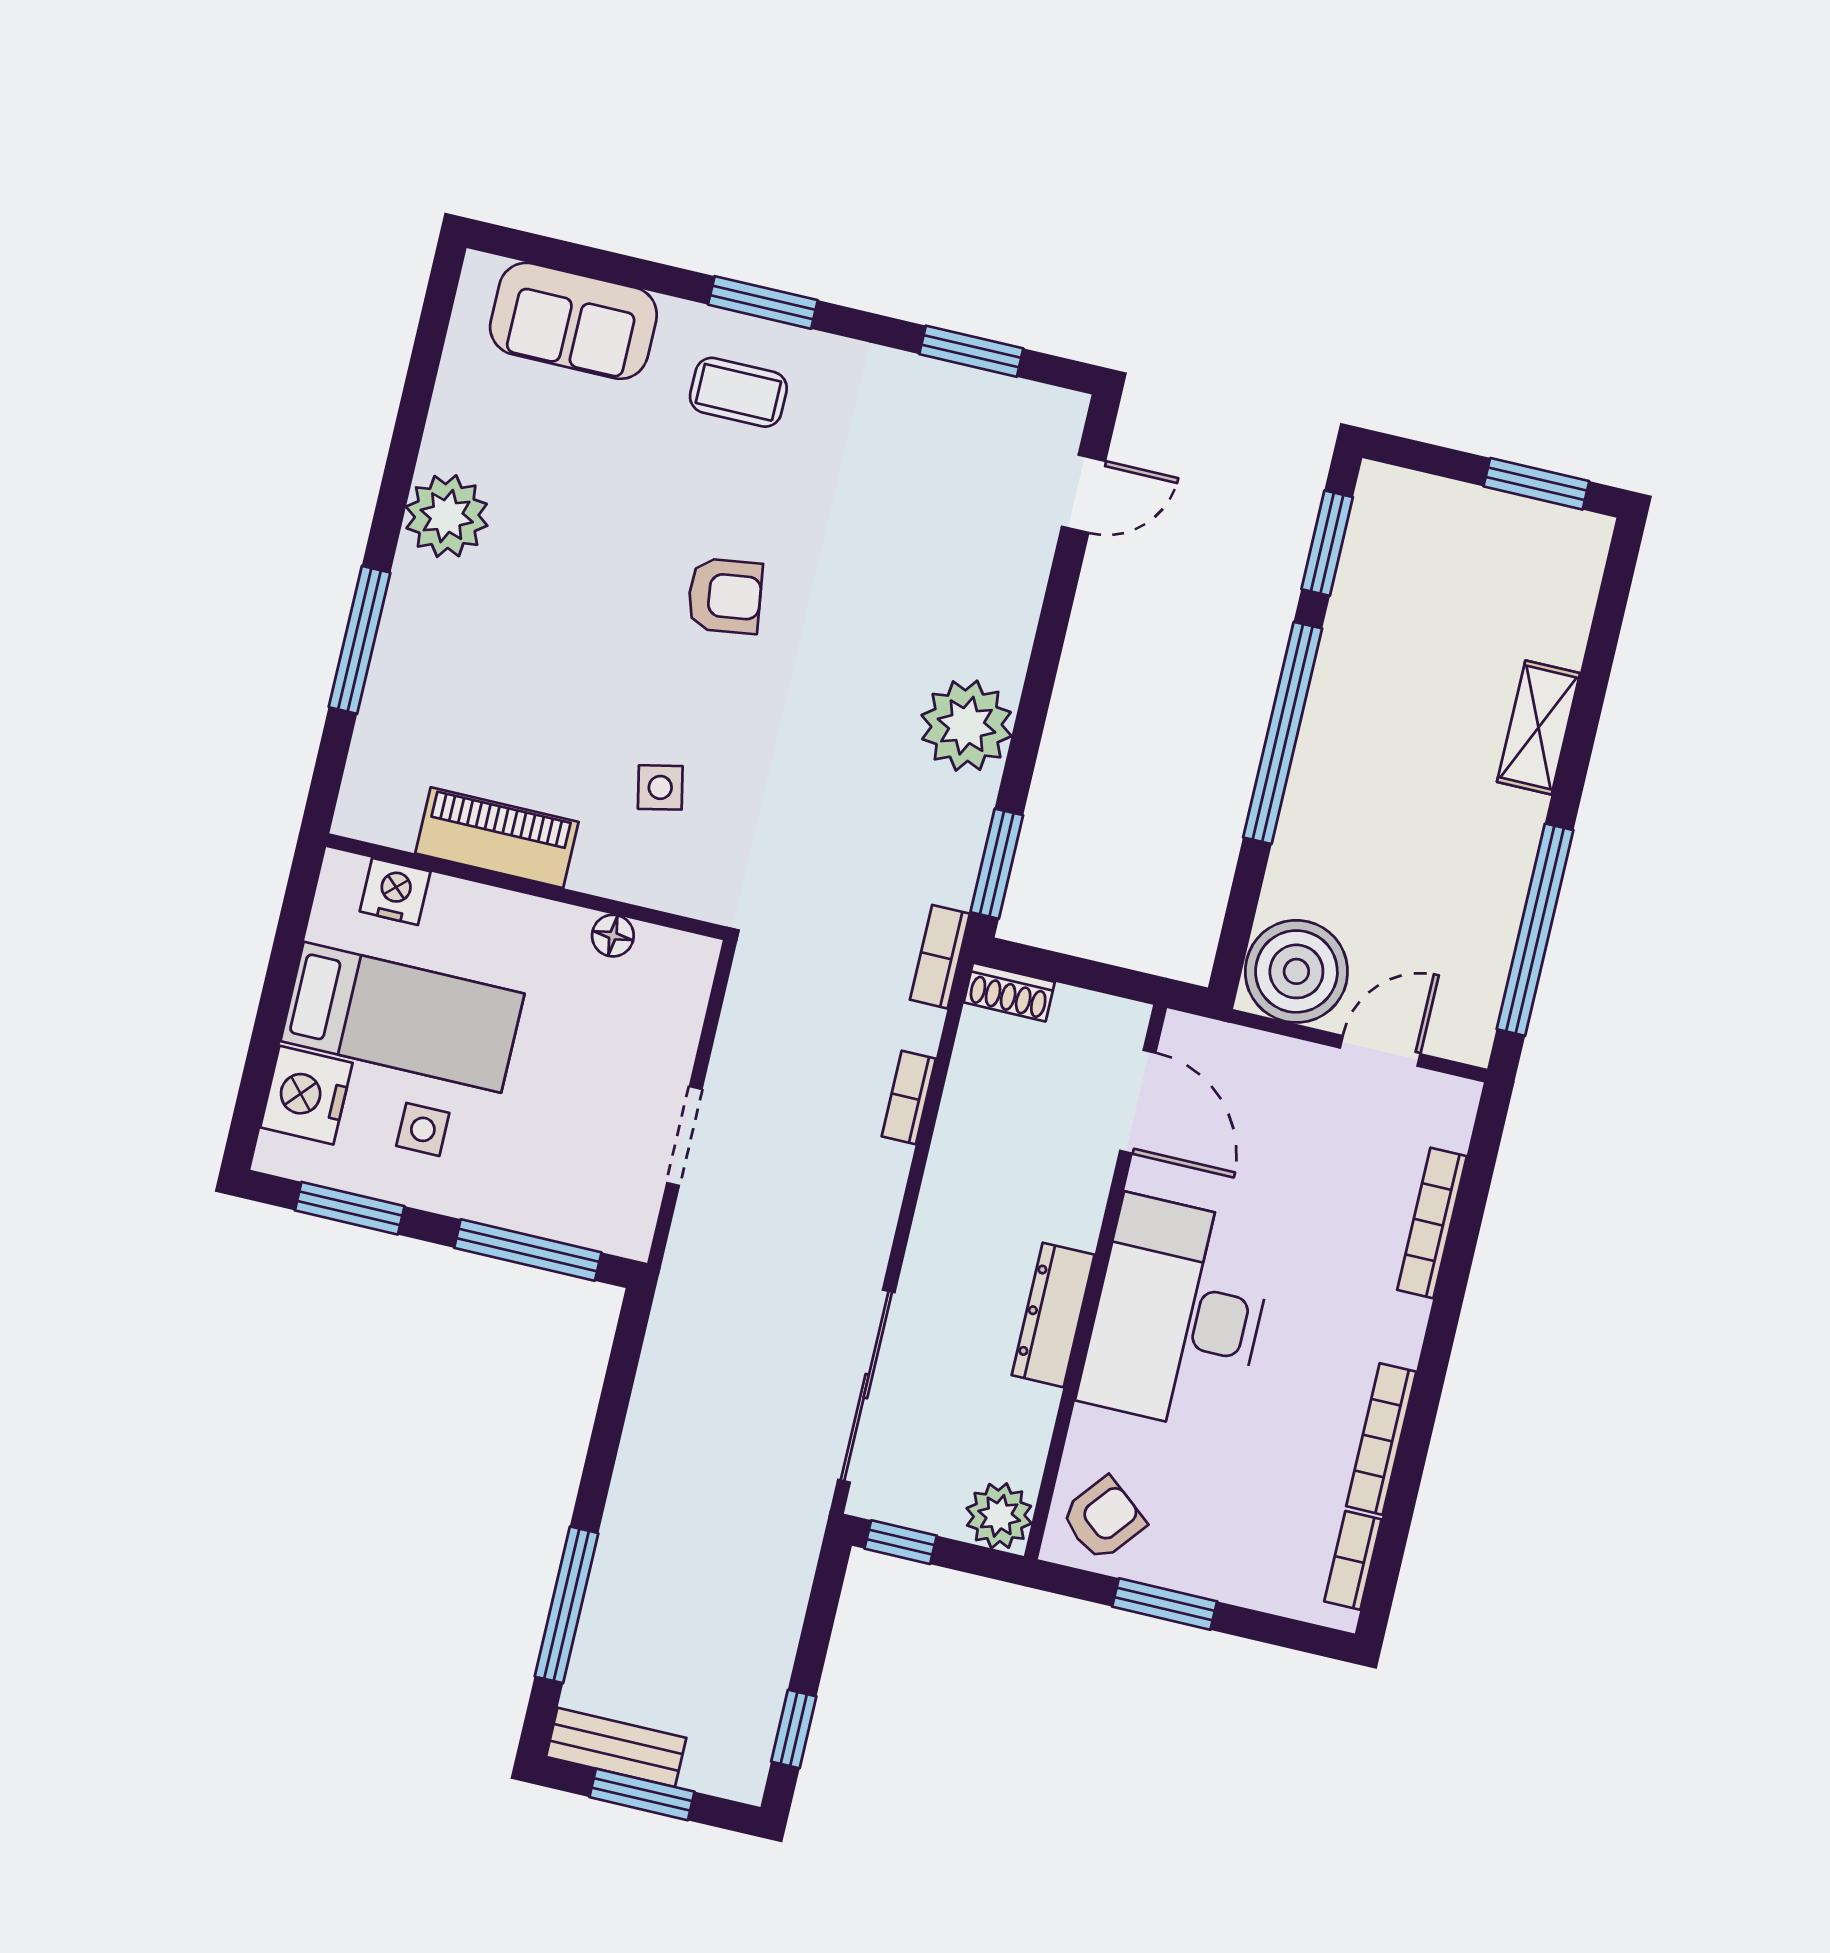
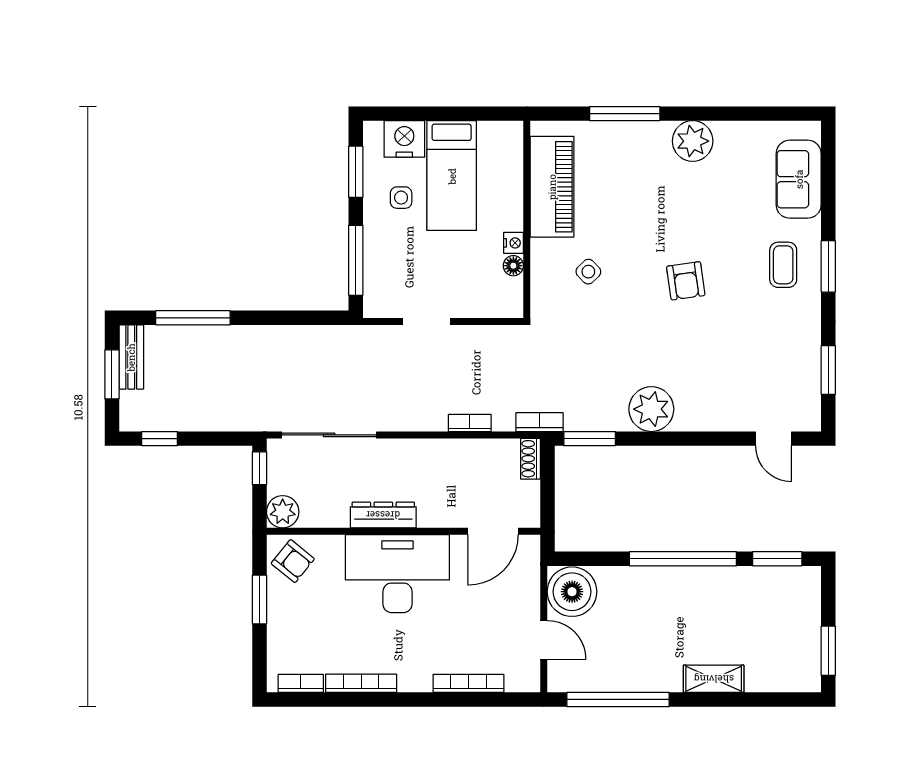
side table: (660, 787) -> (588, 272), turned -32
piano: (497, 838) -> (552, 187), width x1.37, depth x1.33
nightstand: (395, 891) -> (514, 243), moved, width x0.72, depth x0.74

